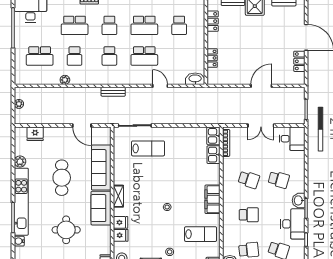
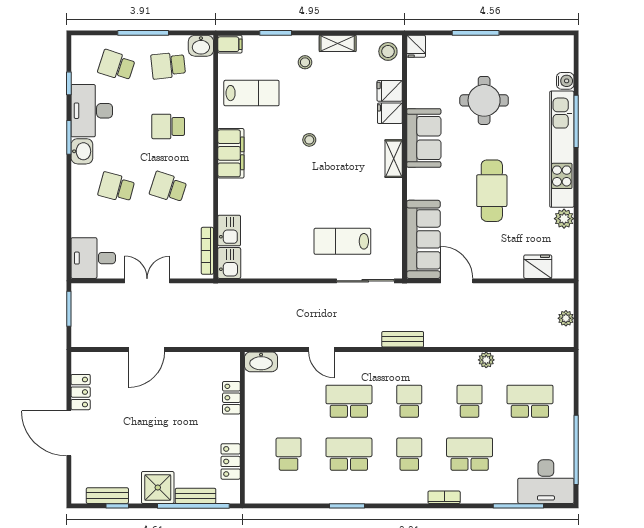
sofa: (101, 168) -> (423, 239), moved
lab bench: (201, 234) -> (251, 93), turned 180

